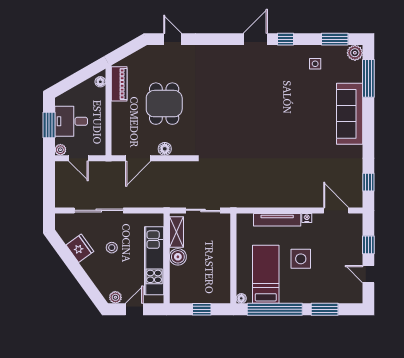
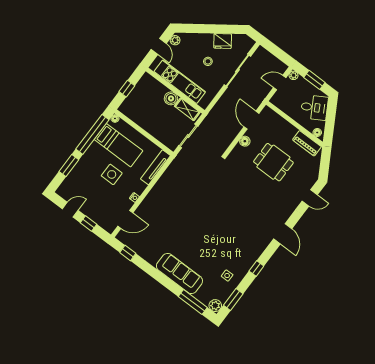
door: (255, 39) -> (283, 234), moved
desk: (71, 121) -> (314, 108), moved, turned 60
tv unit: (277, 220) -> (155, 167), moved

